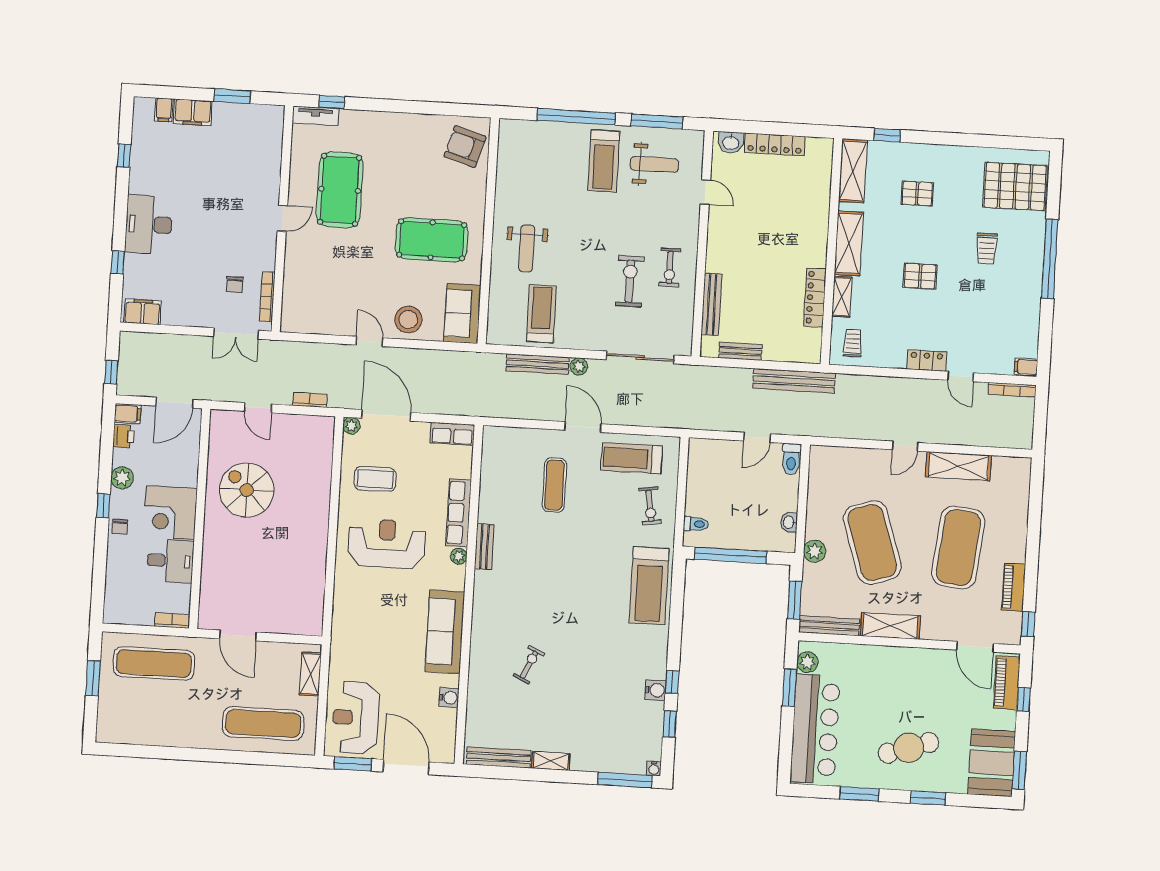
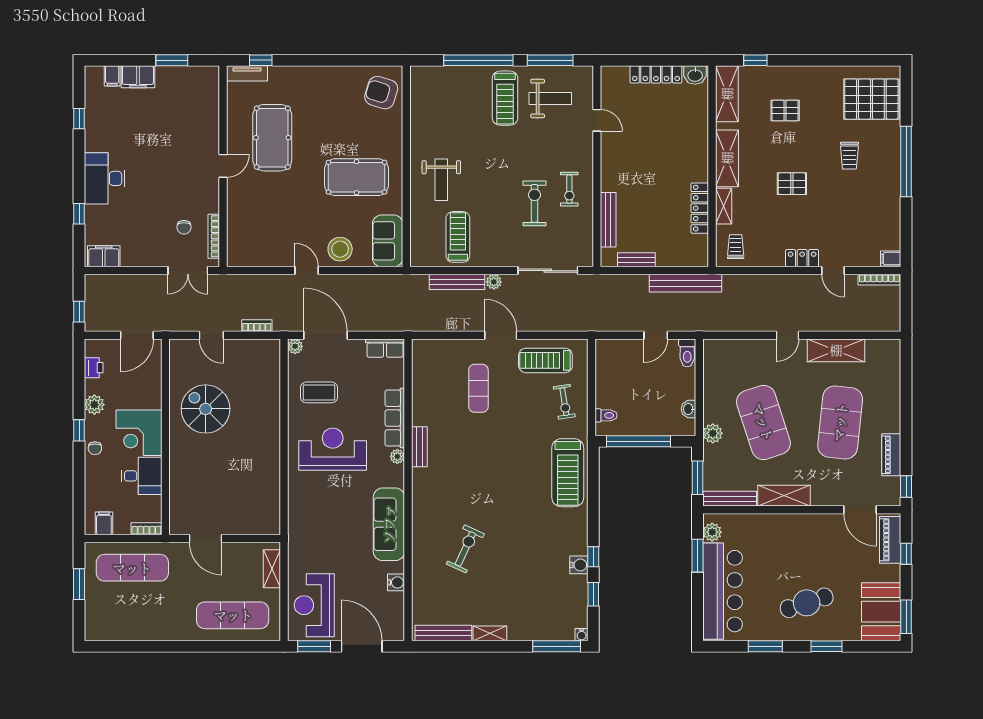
washbasin: (731, 142) -> (695, 75), moved
filing cabinet: (128, 414) -> (104, 523), moved, turned -90
exercise bike: (529, 665) -> (465, 549), width x1.38, depth x1.39

